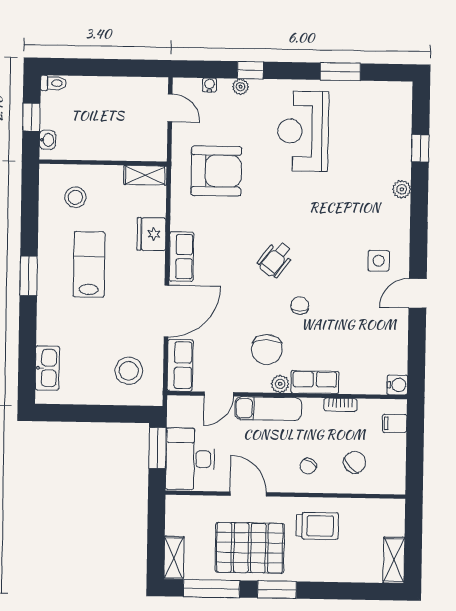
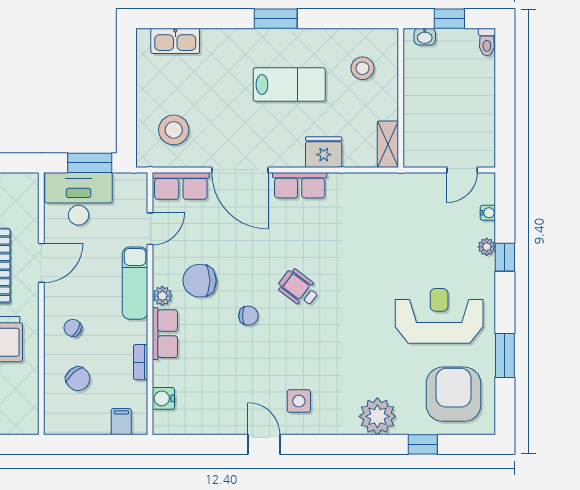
armchair: (216, 171) -> (453, 394), moved, turned 180
plant: (402, 189) -> (377, 416), width x1.88, depth x1.88
water cooler: (397, 385) -> (163, 398), moved, turned 90
door: (219, 394) -> (150, 229), swing flipped

